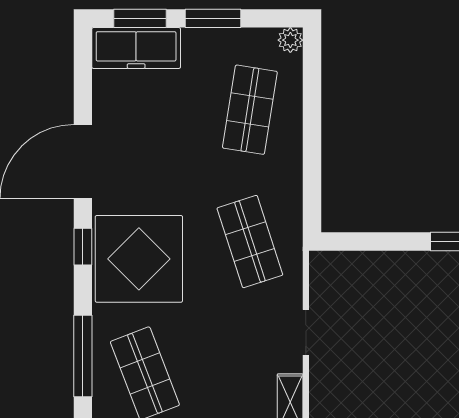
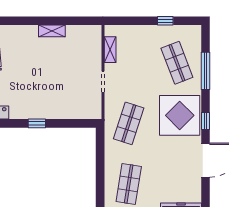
shop shelf: (250, 242) -> (129, 123), turned 36

